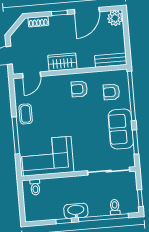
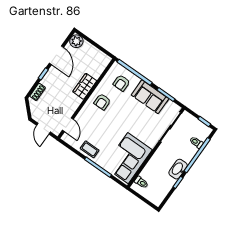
bench: (111, 60) -> (101, 66), removed
wardrobe: (62, 62) -> (85, 86), moved

